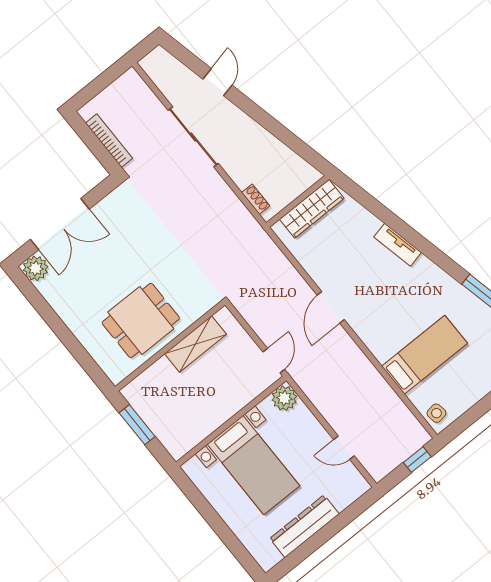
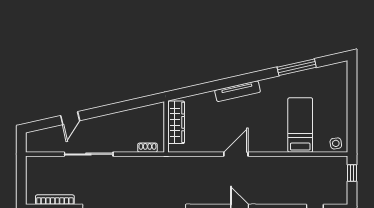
door: (218, 82) -> (70, 118), swing flipped
tv unit: (398, 245) -> (238, 91), width x1.41
door: (331, 307) -> (236, 154), swing flipped

